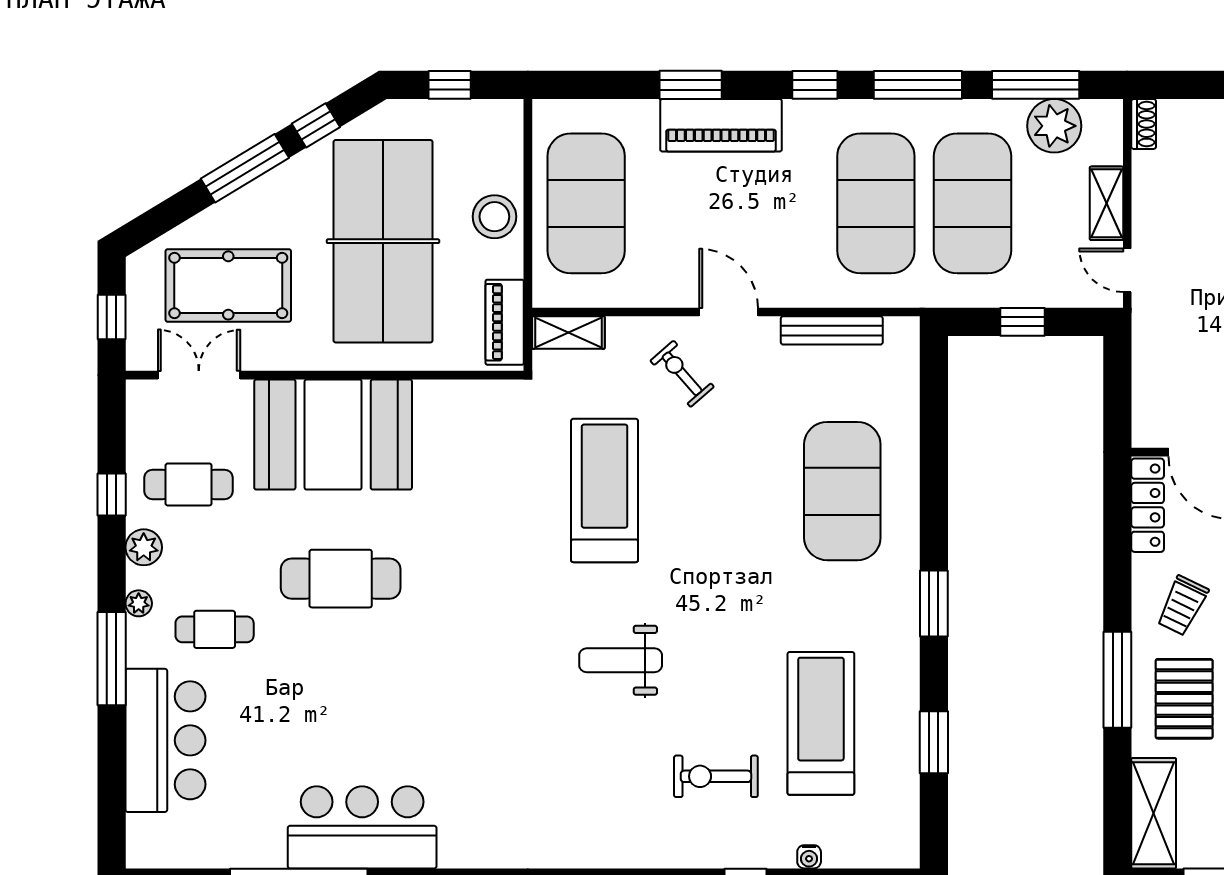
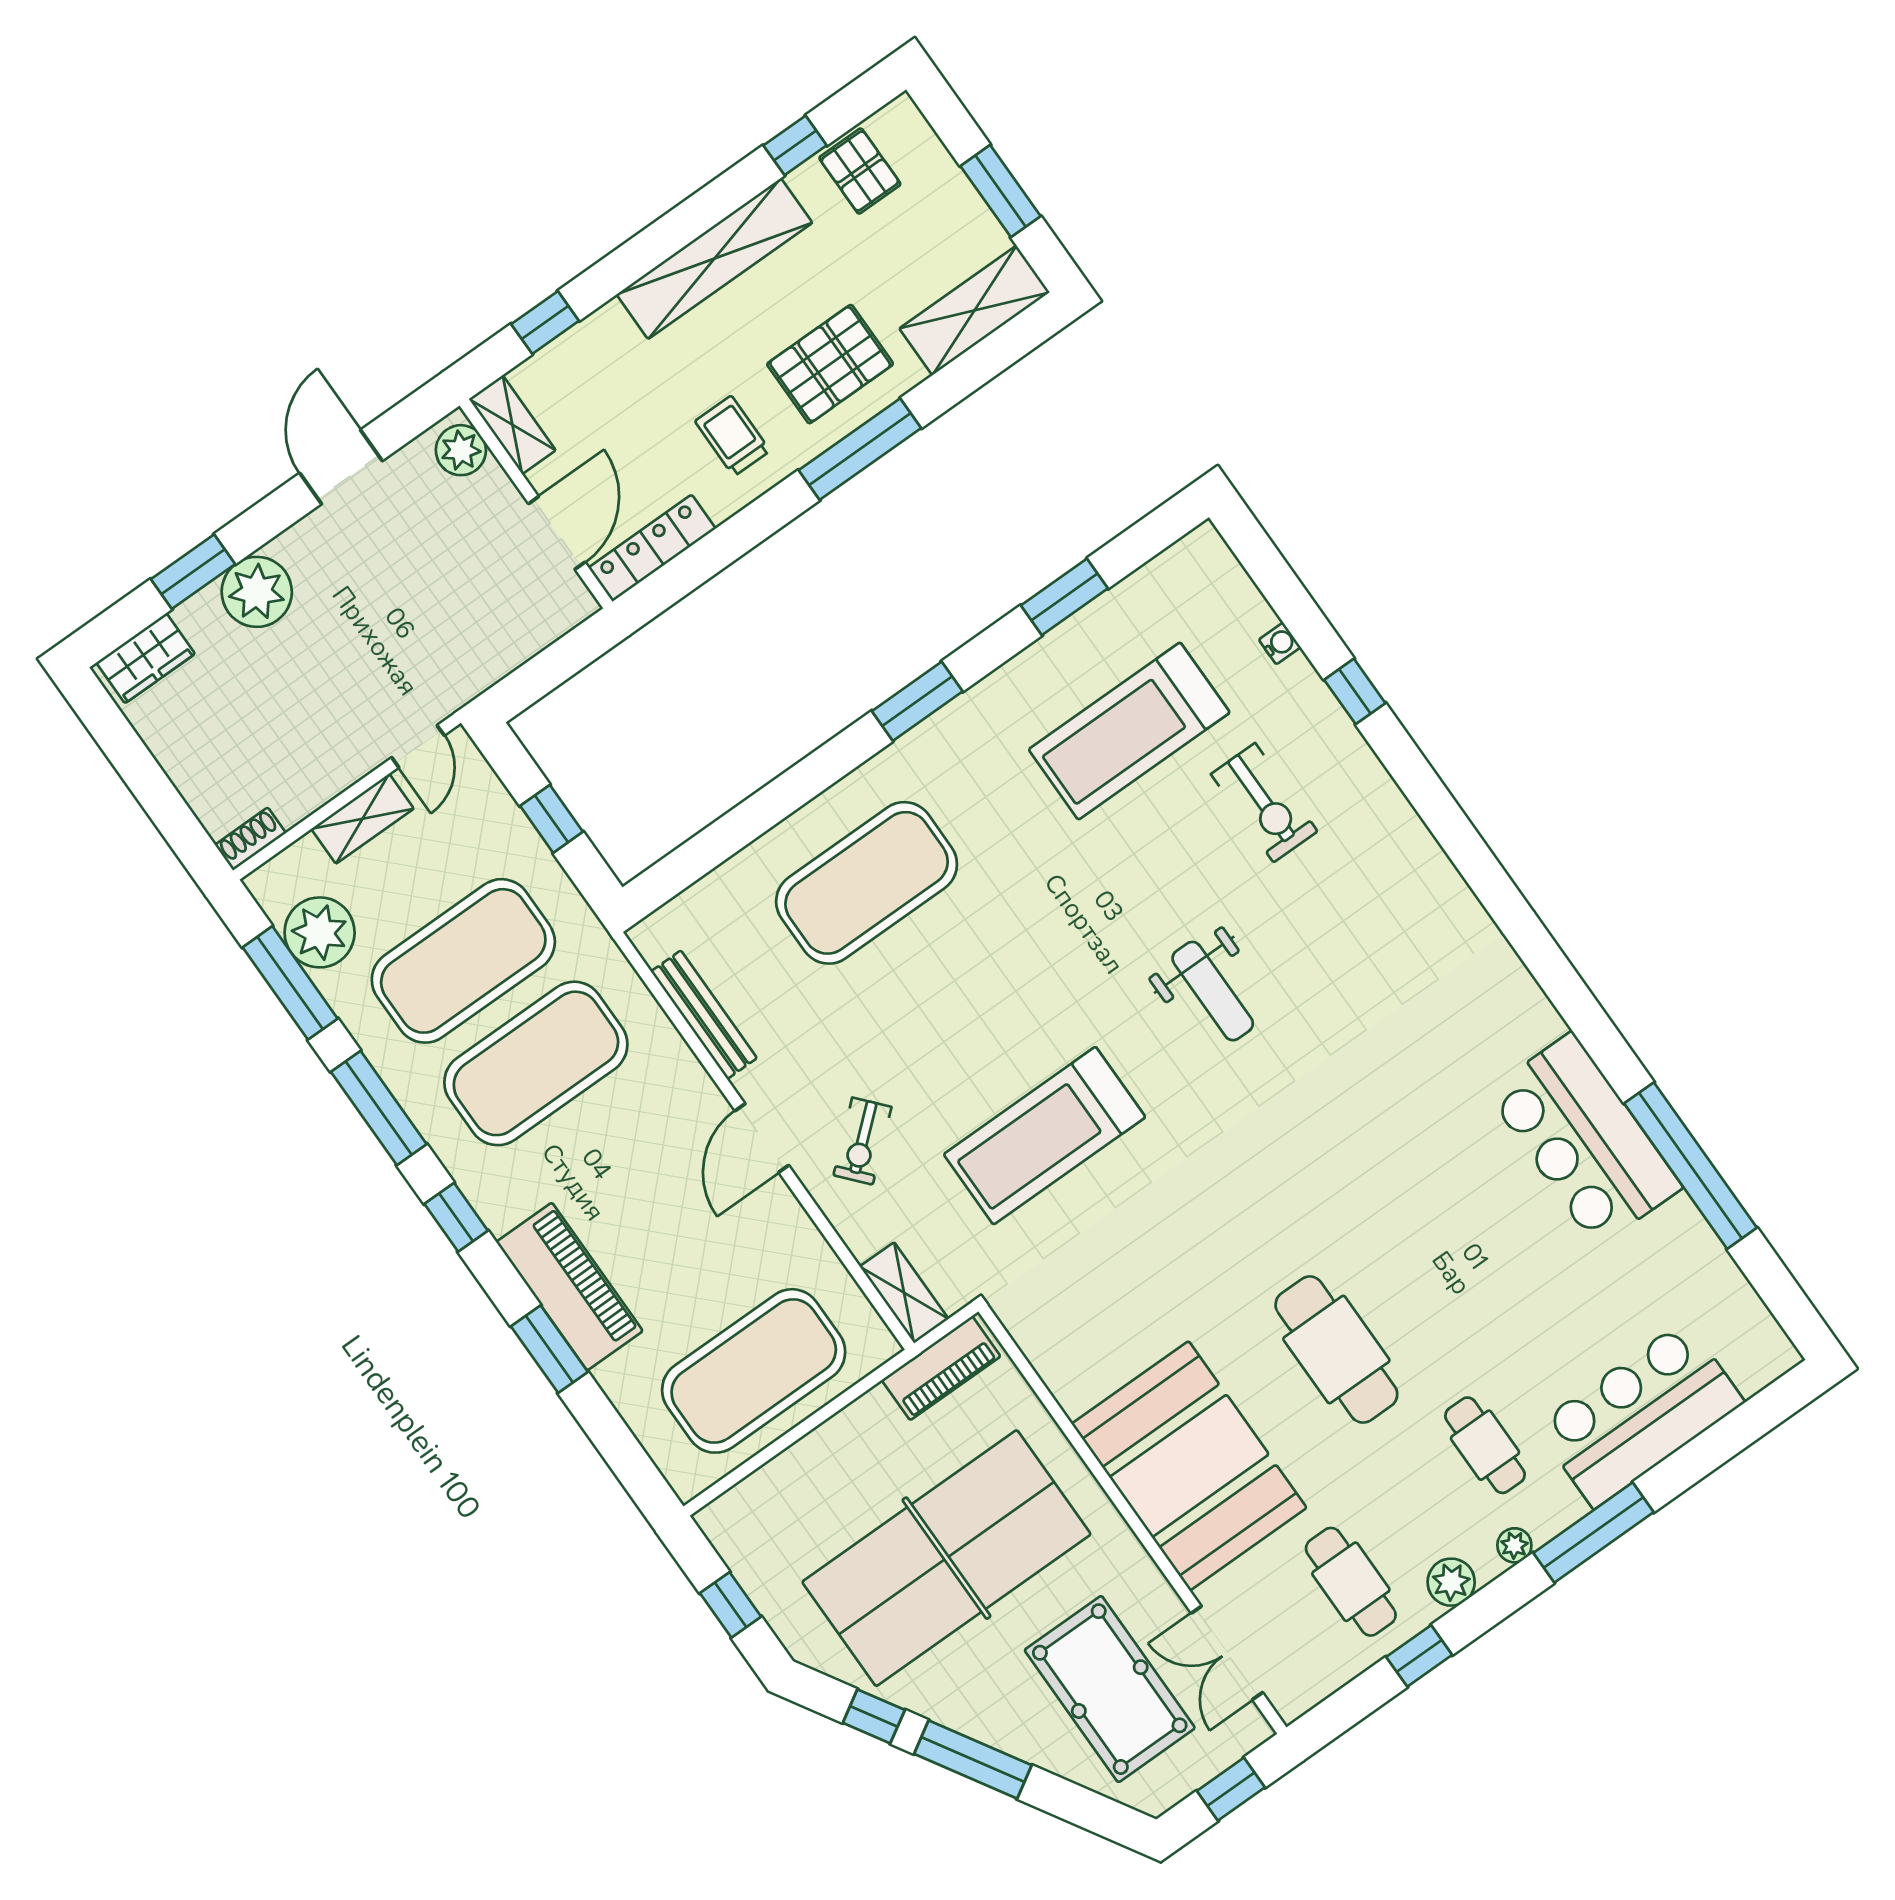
stool: (494, 217) -> (837, 1458), removed
trolley: (1182, 606) -> (733, 436), turned -116

